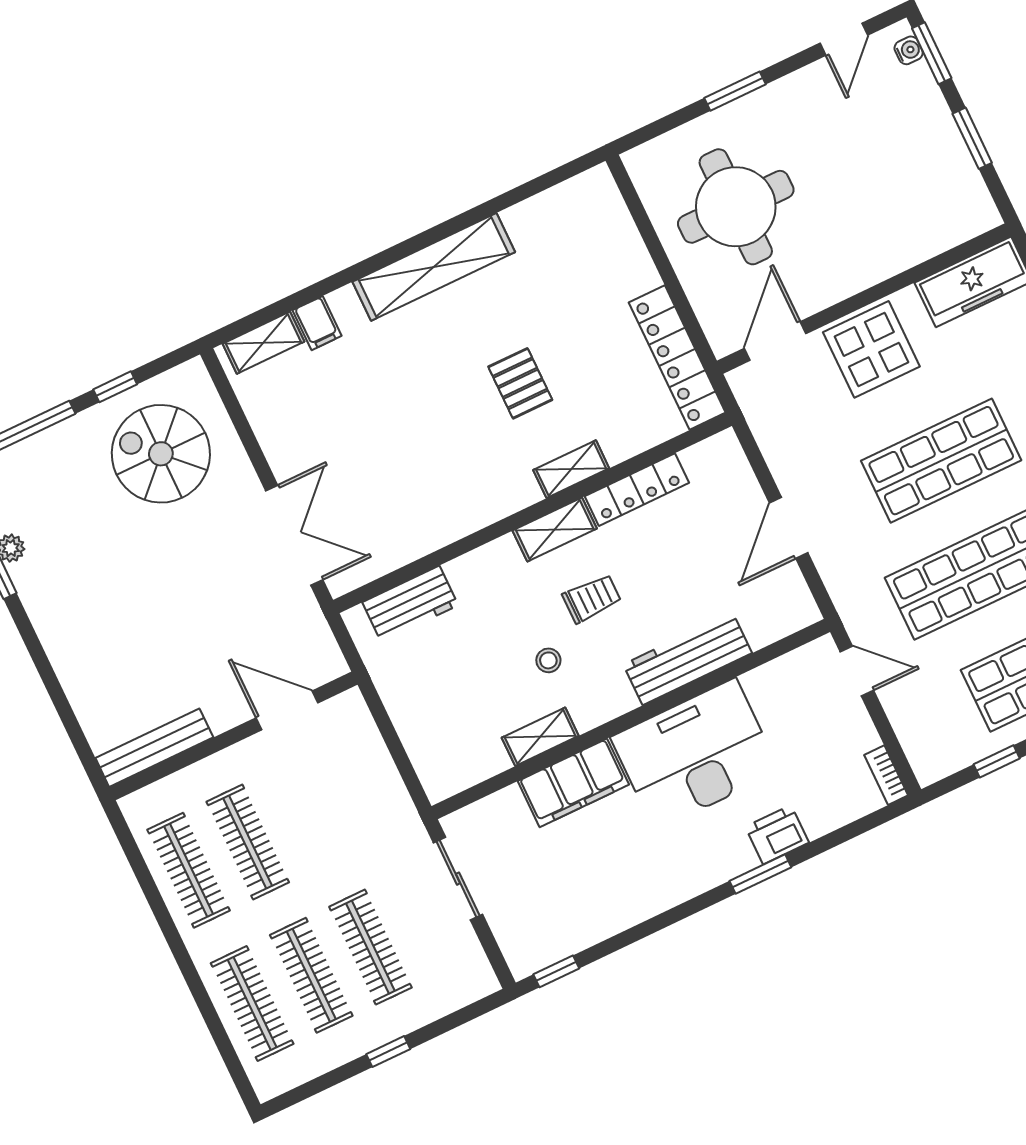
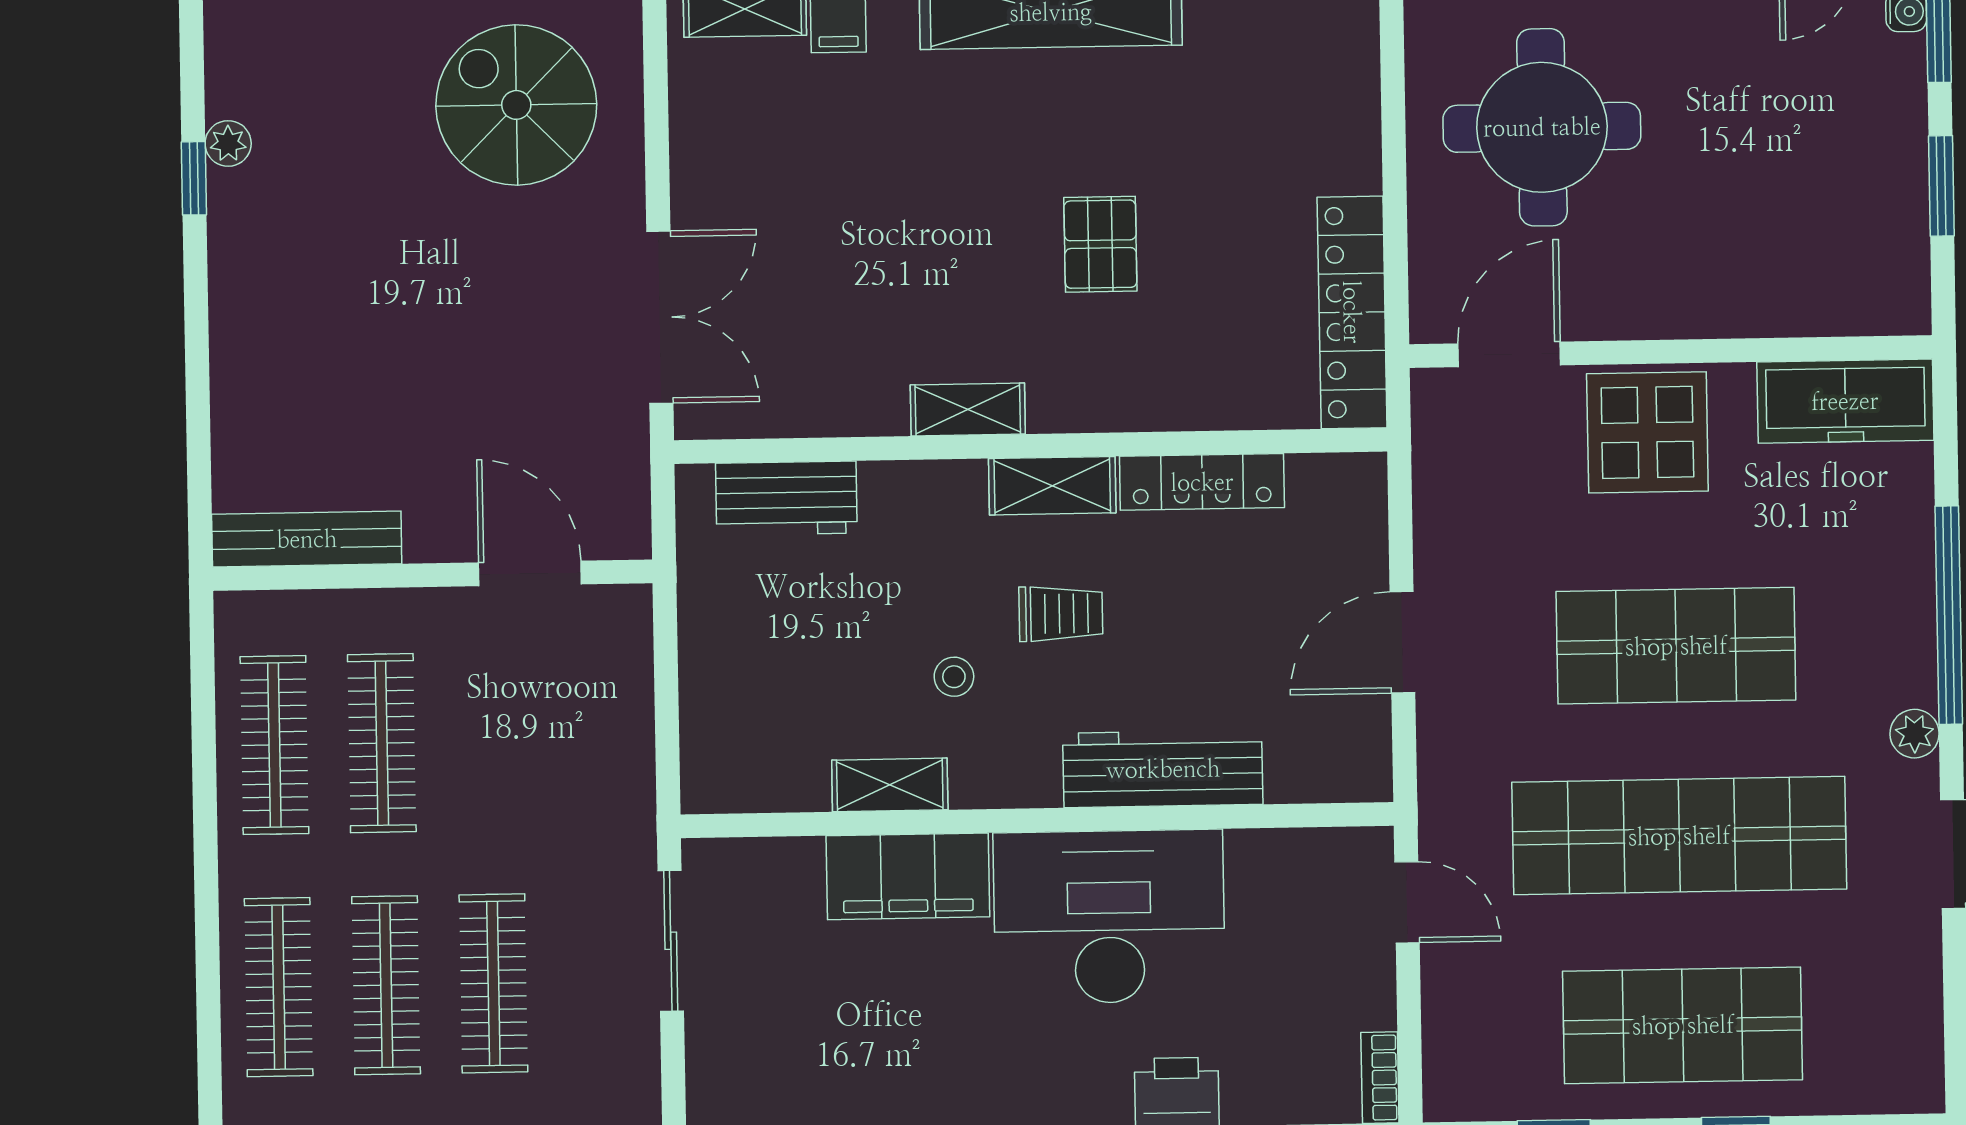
shelving: (571, 469) -> (968, 409), moved

